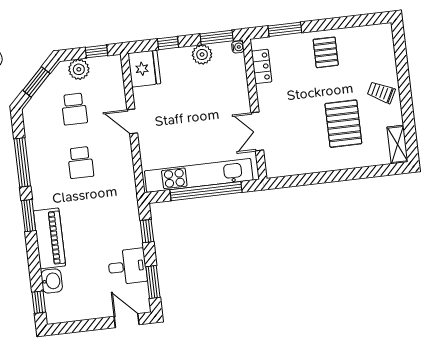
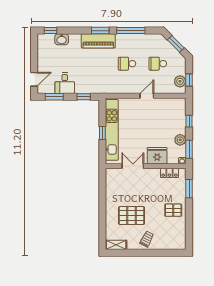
fridge: (144, 68) -> (157, 156), moved, turned 180
plant: (79, 69) -> (180, 81), moved
window: (206, 191) -> (102, 133), width x0.32
piano: (49, 238) -> (98, 41), moved

